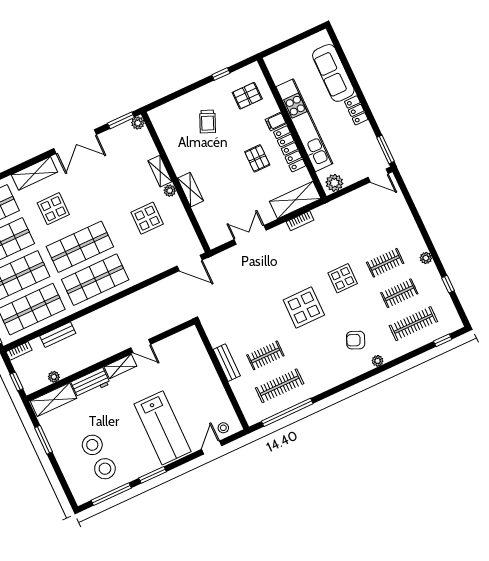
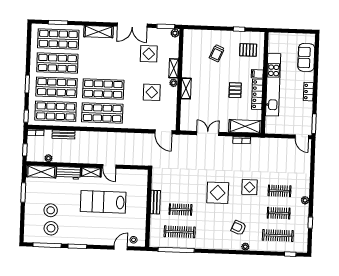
sofa: (333, 73) -> (306, 57), width x0.73
plant: (334, 183) -> (274, 128), removed
display table: (53, 209) -> (149, 54), moved
lab bench: (162, 428) -> (103, 202), moved, turned 90

